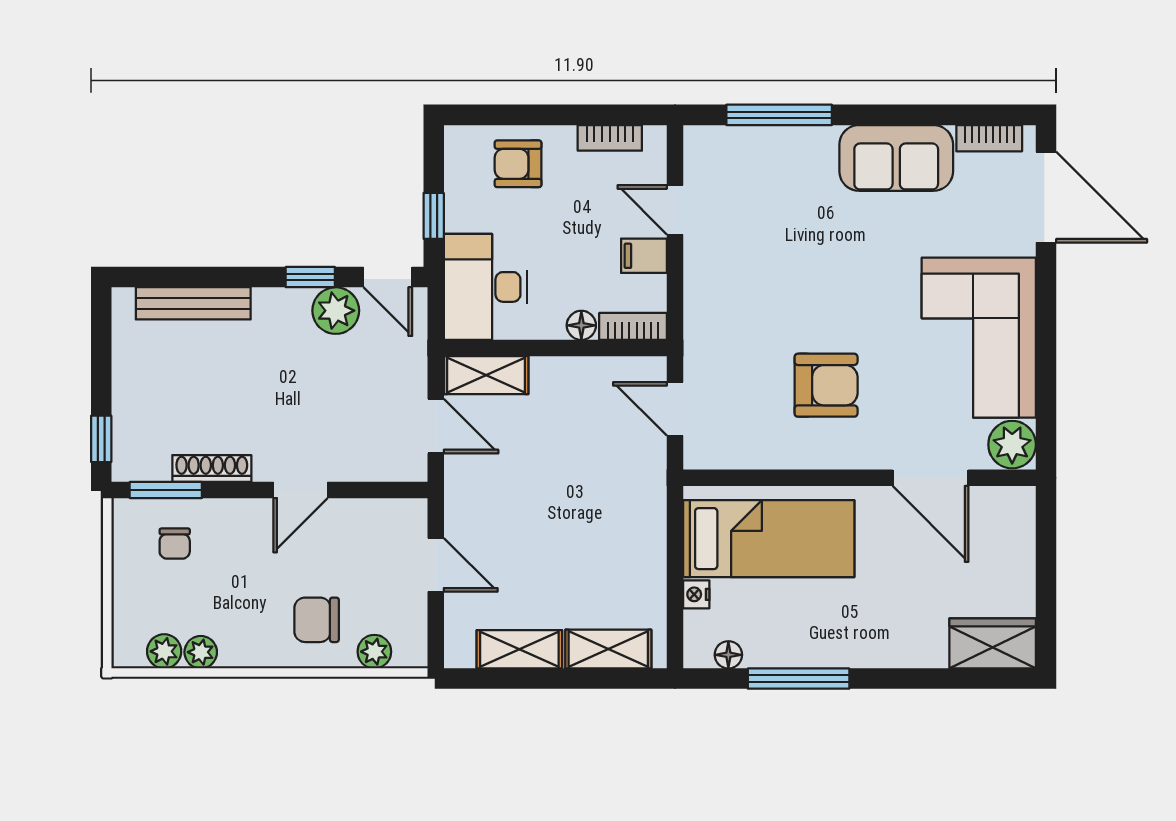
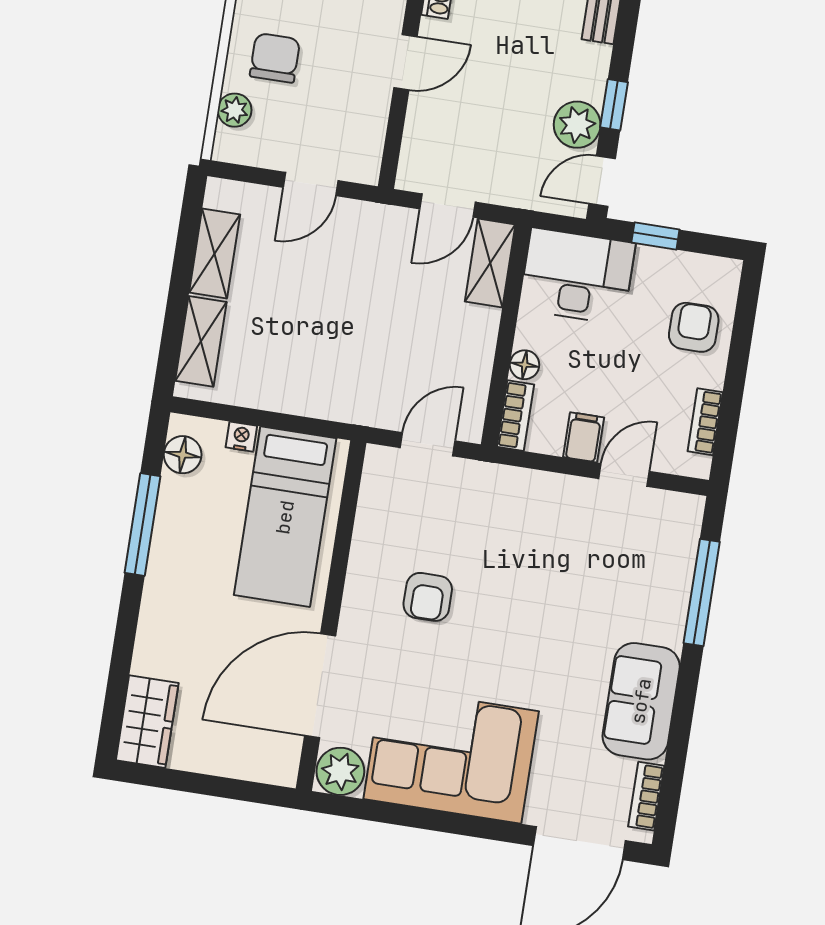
armchair: (826, 385) -> (428, 597), width x0.72, depth x0.72
door: (931, 478) -> (320, 686), width x1.36
door: (300, 490) -> (405, 62), swing flipped
floor lamp: (728, 655) -> (183, 455), width x1.37, depth x1.37

